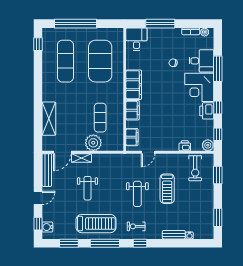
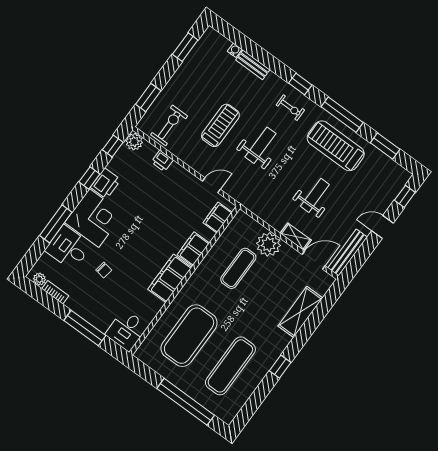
window: (38, 44) -> (280, 367), moved
water cooler: (47, 227) -> (397, 184), removed

